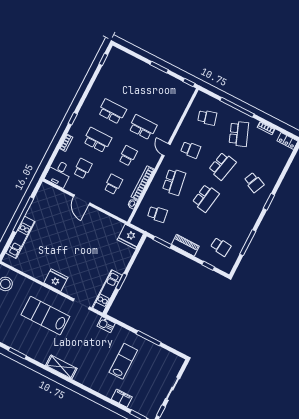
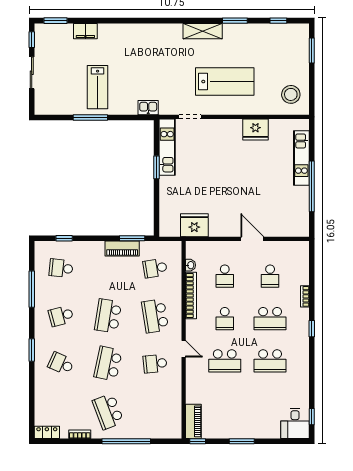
piano: (185, 97) -> (193, 421), added
school desk: (207, 117) -> (61, 316), moved
desk: (59, 173) -> (295, 423), moved, turned 180
fridge: (130, 237) -> (194, 225), moved
piano: (185, 245) -> (122, 248), moved
fridge: (56, 280) -> (255, 129), moved
lab bench: (123, 361) -> (98, 87), moved
shelving: (61, 367) -> (203, 31), moved

